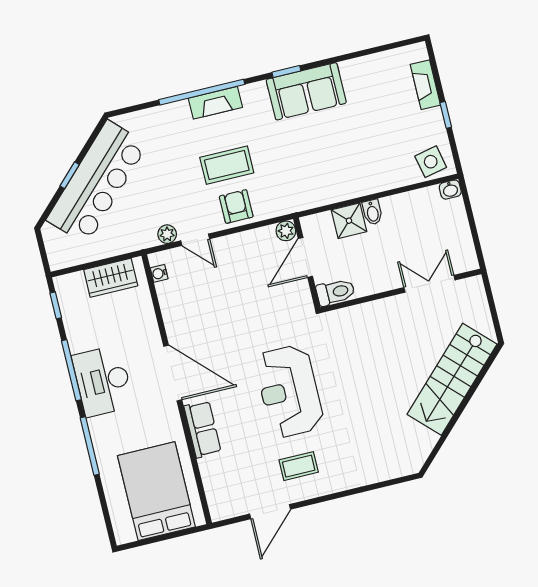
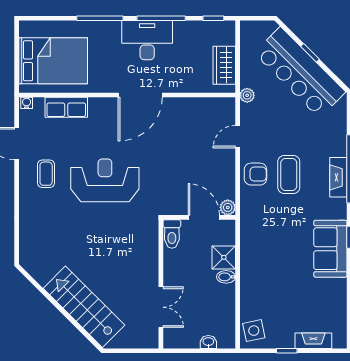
washbasin: (450, 190) -> (208, 342), moved, turned 90
plant: (167, 234) -> (247, 95), moved
water cooler: (159, 273) -> (27, 103), moved
row of seats: (203, 429) -> (66, 107), moved

